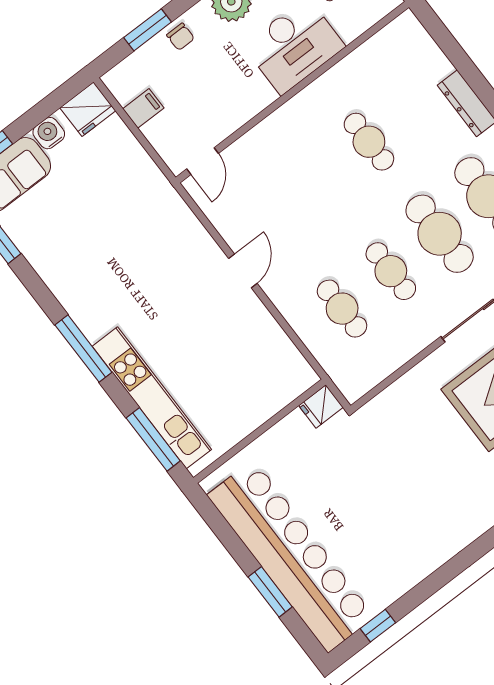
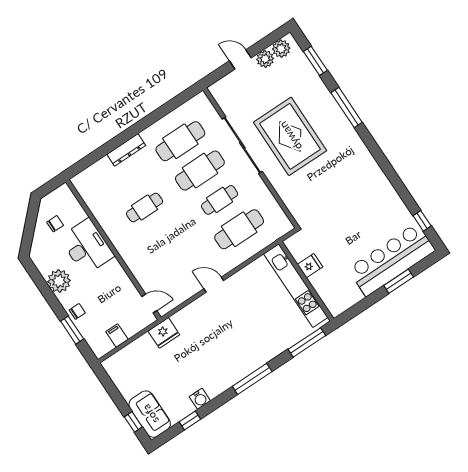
fridge: (88, 109) -> (164, 333), moved, turned 90
water cooler: (49, 133) -> (200, 399), moved, turned -90
cafe table: (342, 309) -> (239, 229), width x1.37, depth x1.35
kitchen unit: (152, 398) -> (296, 286), moved, turned -90
fridge: (321, 406) -> (310, 266), moved, turned -90
bar counter: (291, 556) -> (392, 260), width x0.73

